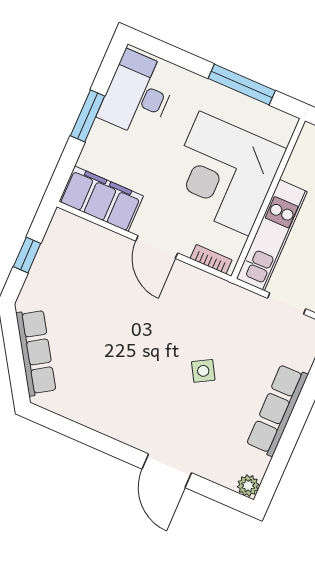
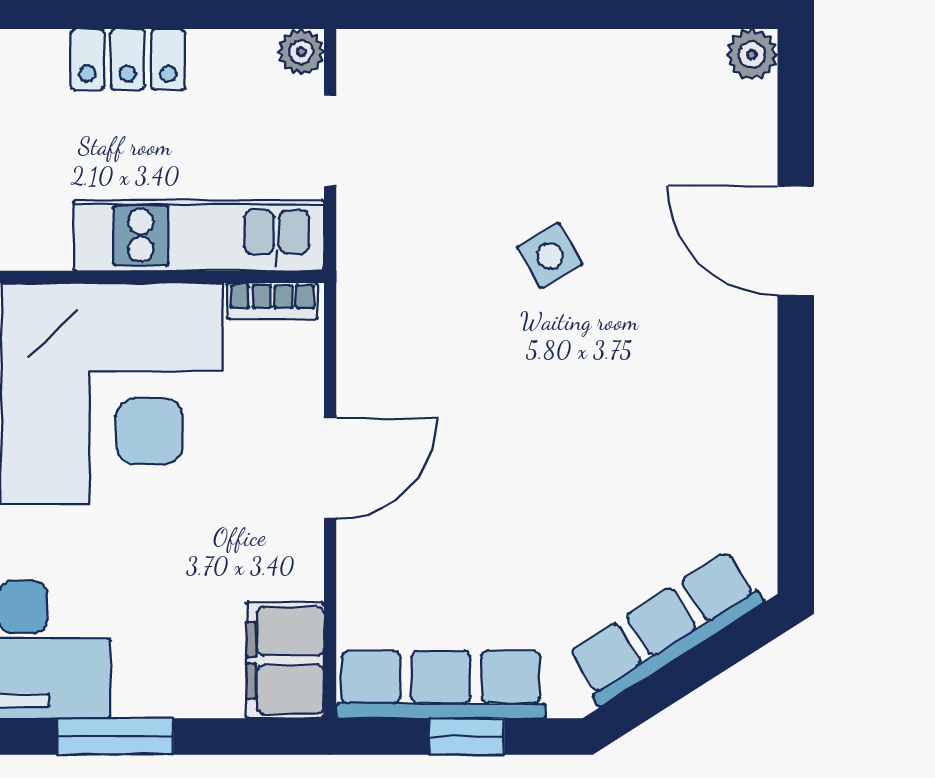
filing cabinet: (101, 199) -> (285, 660), width x0.67, depth x0.86
bookcase: (211, 259) -> (273, 301), moved, turned -90
row of seats: (277, 410) -> (441, 684), moved, turned 180
door: (167, 471) -> (796, 241), swing flipped

